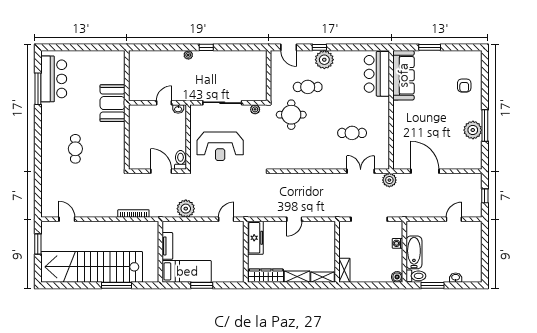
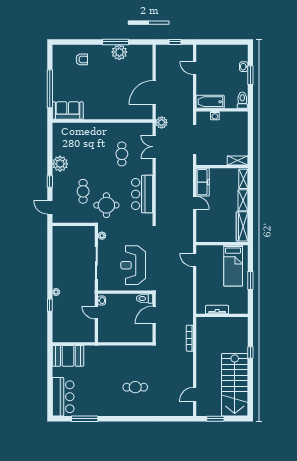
window: (206, 47) -> (50, 305), moved
door: (289, 47) -> (50, 207), swing flipped
window: (430, 47) -> (50, 89), width x2.11
plant: (324, 60) -> (60, 164), moved
bar counter: (377, 74) -> (142, 194), moved, turned 90
sofa: (403, 75) -> (68, 111), width x0.73
bar counter: (54, 79) -> (63, 397), moved, turned 90
booth: (113, 103) -> (68, 356), moved
reception desk: (220, 146) -> (133, 265), turned 180
plant: (186, 209) -> (186, 294), removed
freezer: (255, 238) -> (203, 182), moved, turned 90
bathtub: (414, 252) -> (210, 102), moved
stairs: (92, 267) -> (235, 385), width x0.73
bed: (187, 271) -> (233, 266), moved, turned 180
boiler: (397, 277) -> (243, 116), removed
window: (116, 285) -> (250, 353), width x0.46
window: (432, 285) -> (250, 75), moved

